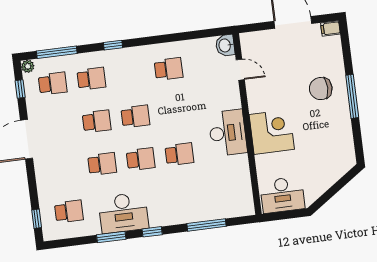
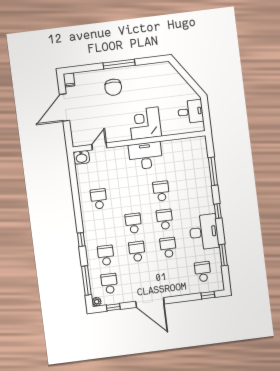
desk: (282, 195) -> (191, 112), width x0.73
window: (111, 237) -> (223, 255), moved

